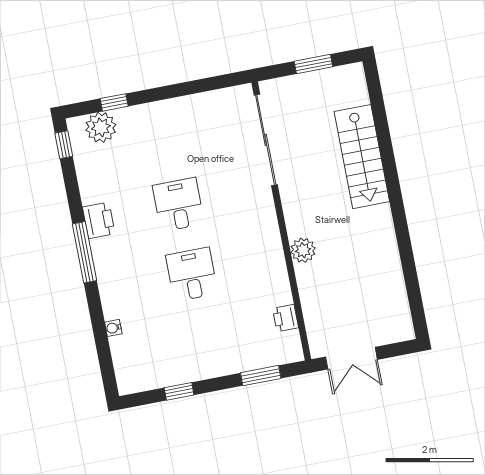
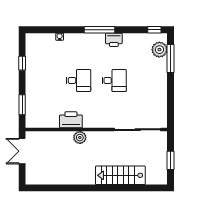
window: (114, 102) -> (171, 59), width x2.17
printer: (286, 318) -> (71, 120), moved, width x1.87, depth x1.48

